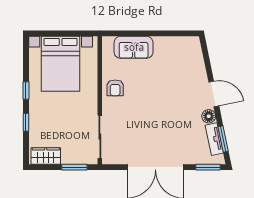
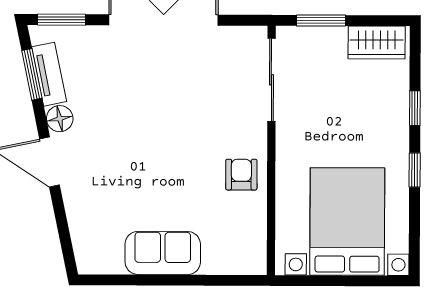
sofa: (134, 47) -> (163, 253), moved

